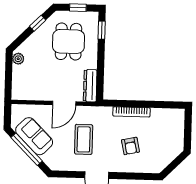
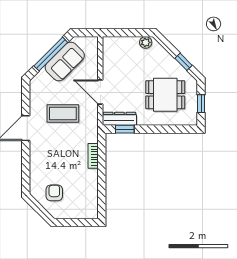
window: (102, 30) -> (125, 129), moved
bookcase: (131, 112) -> (93, 156), width x0.64
armchair: (130, 146) -> (54, 193), moved, turned 102

